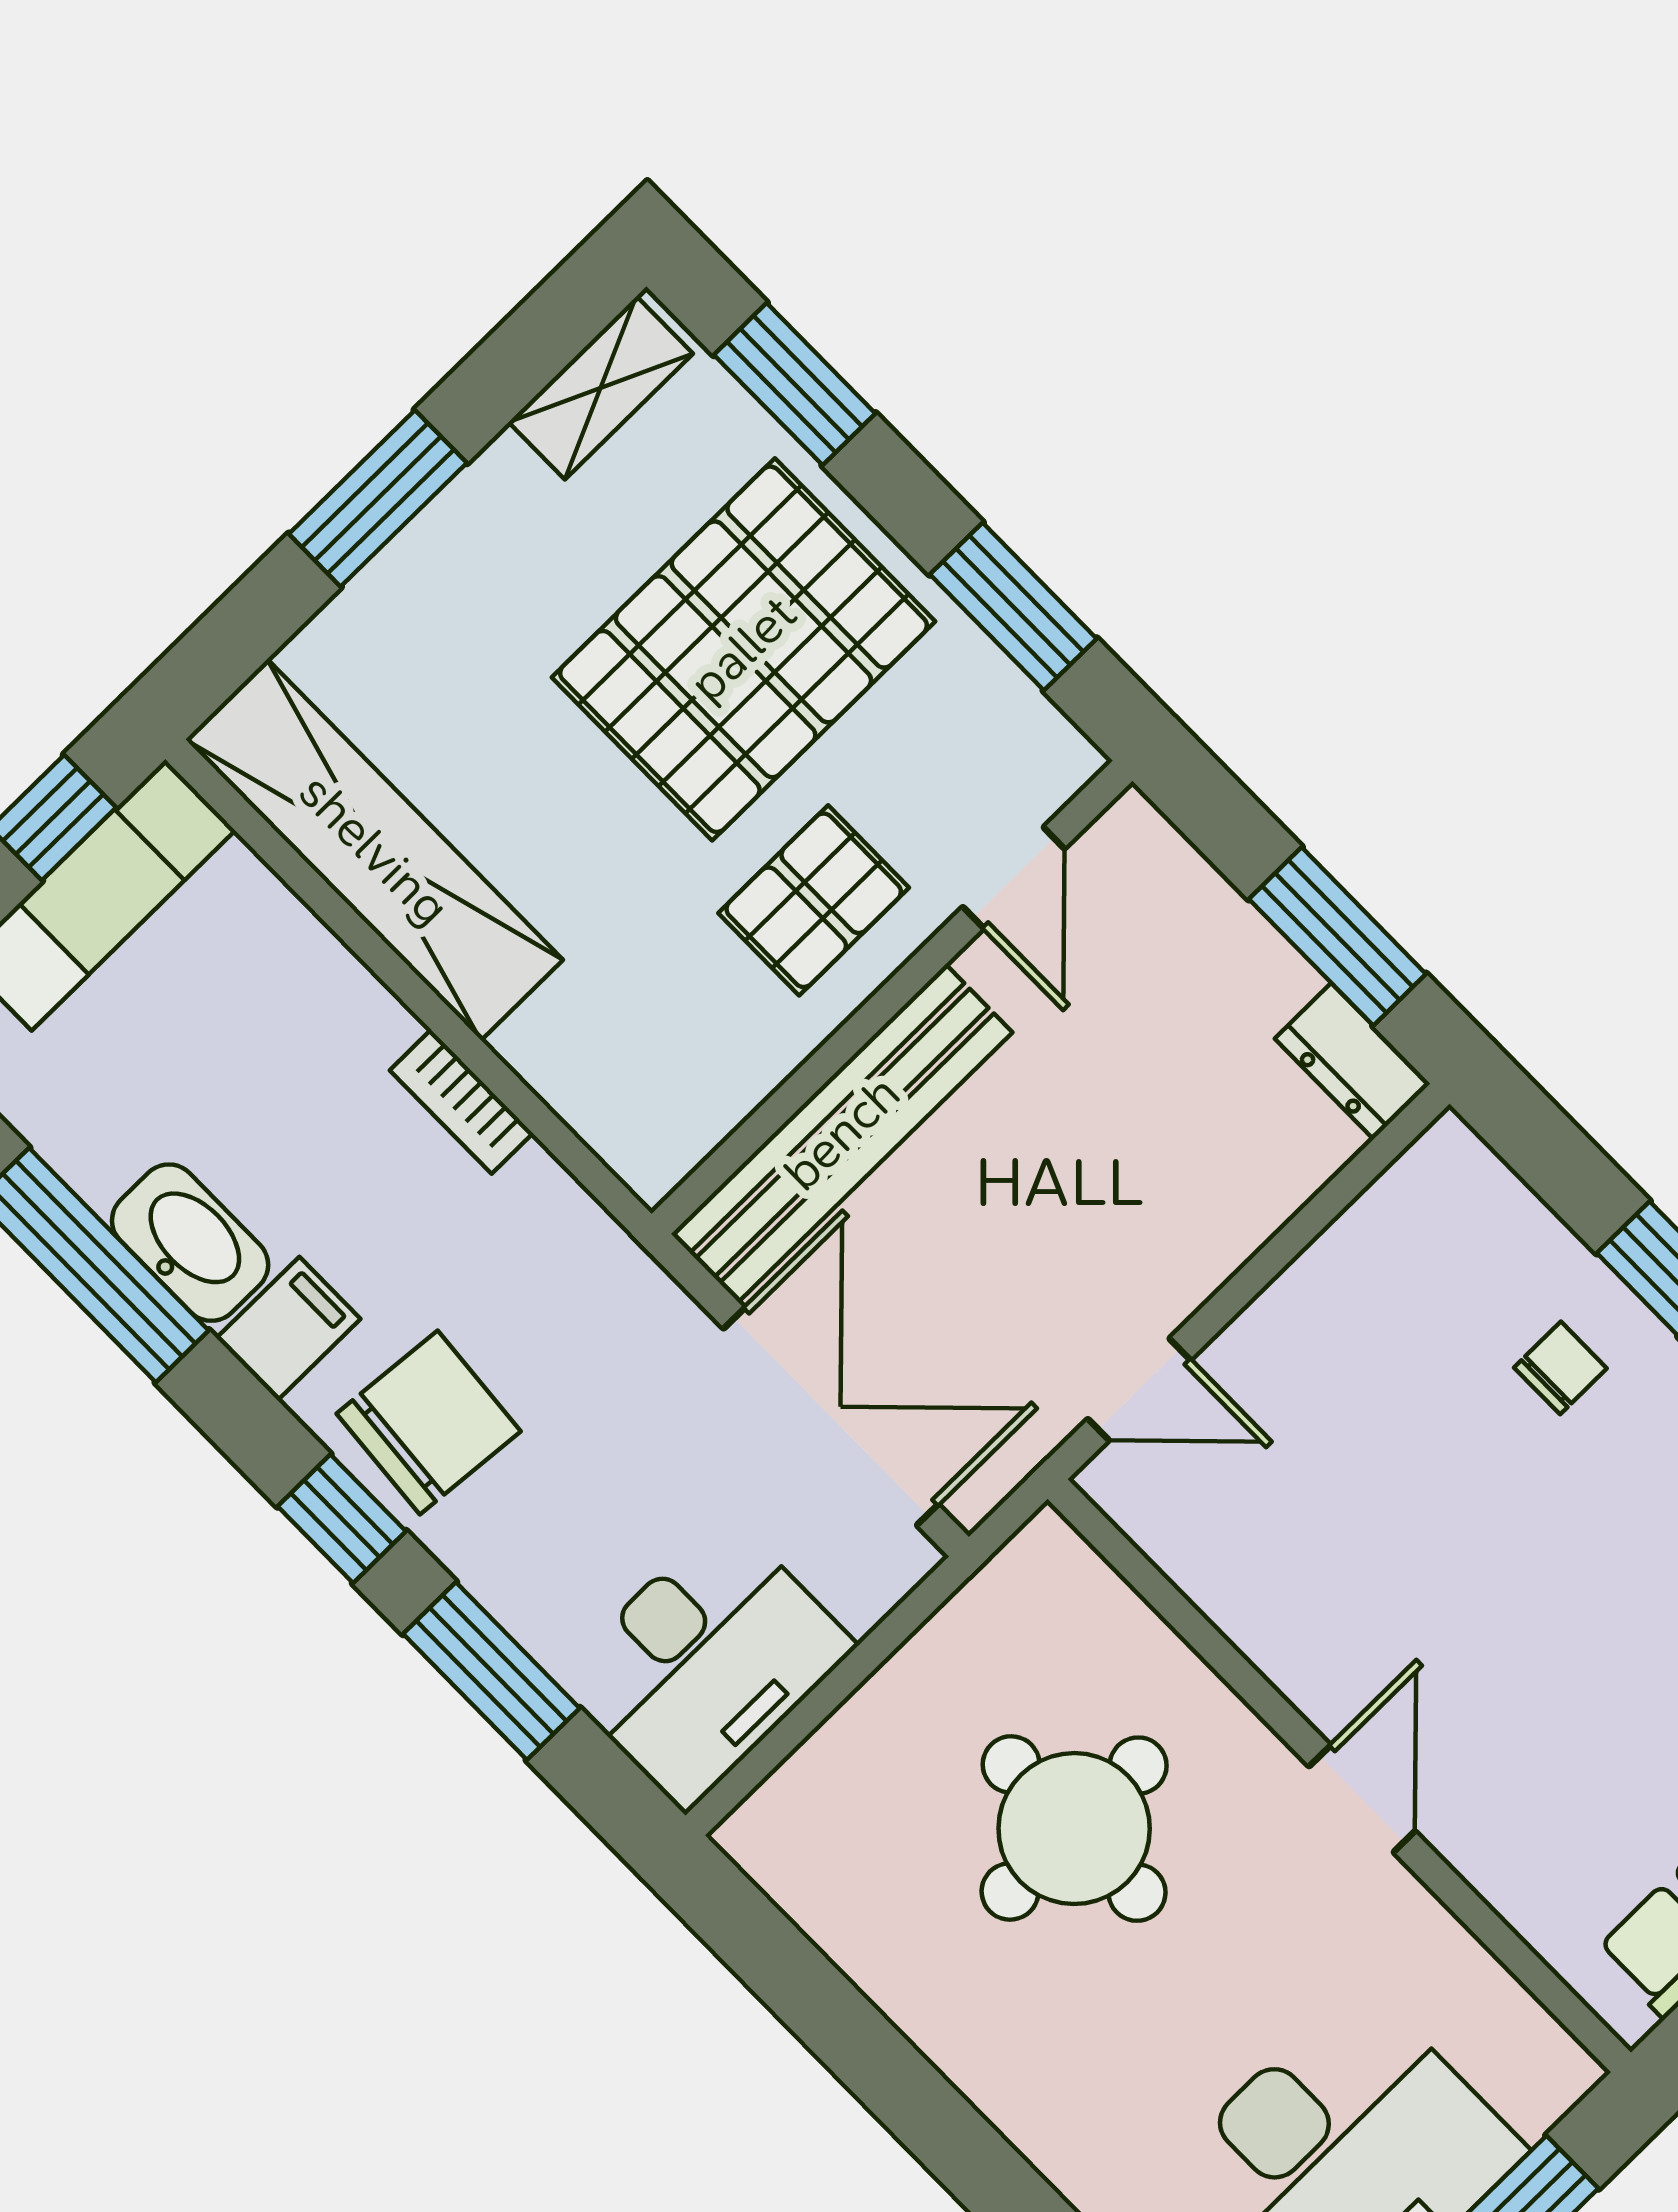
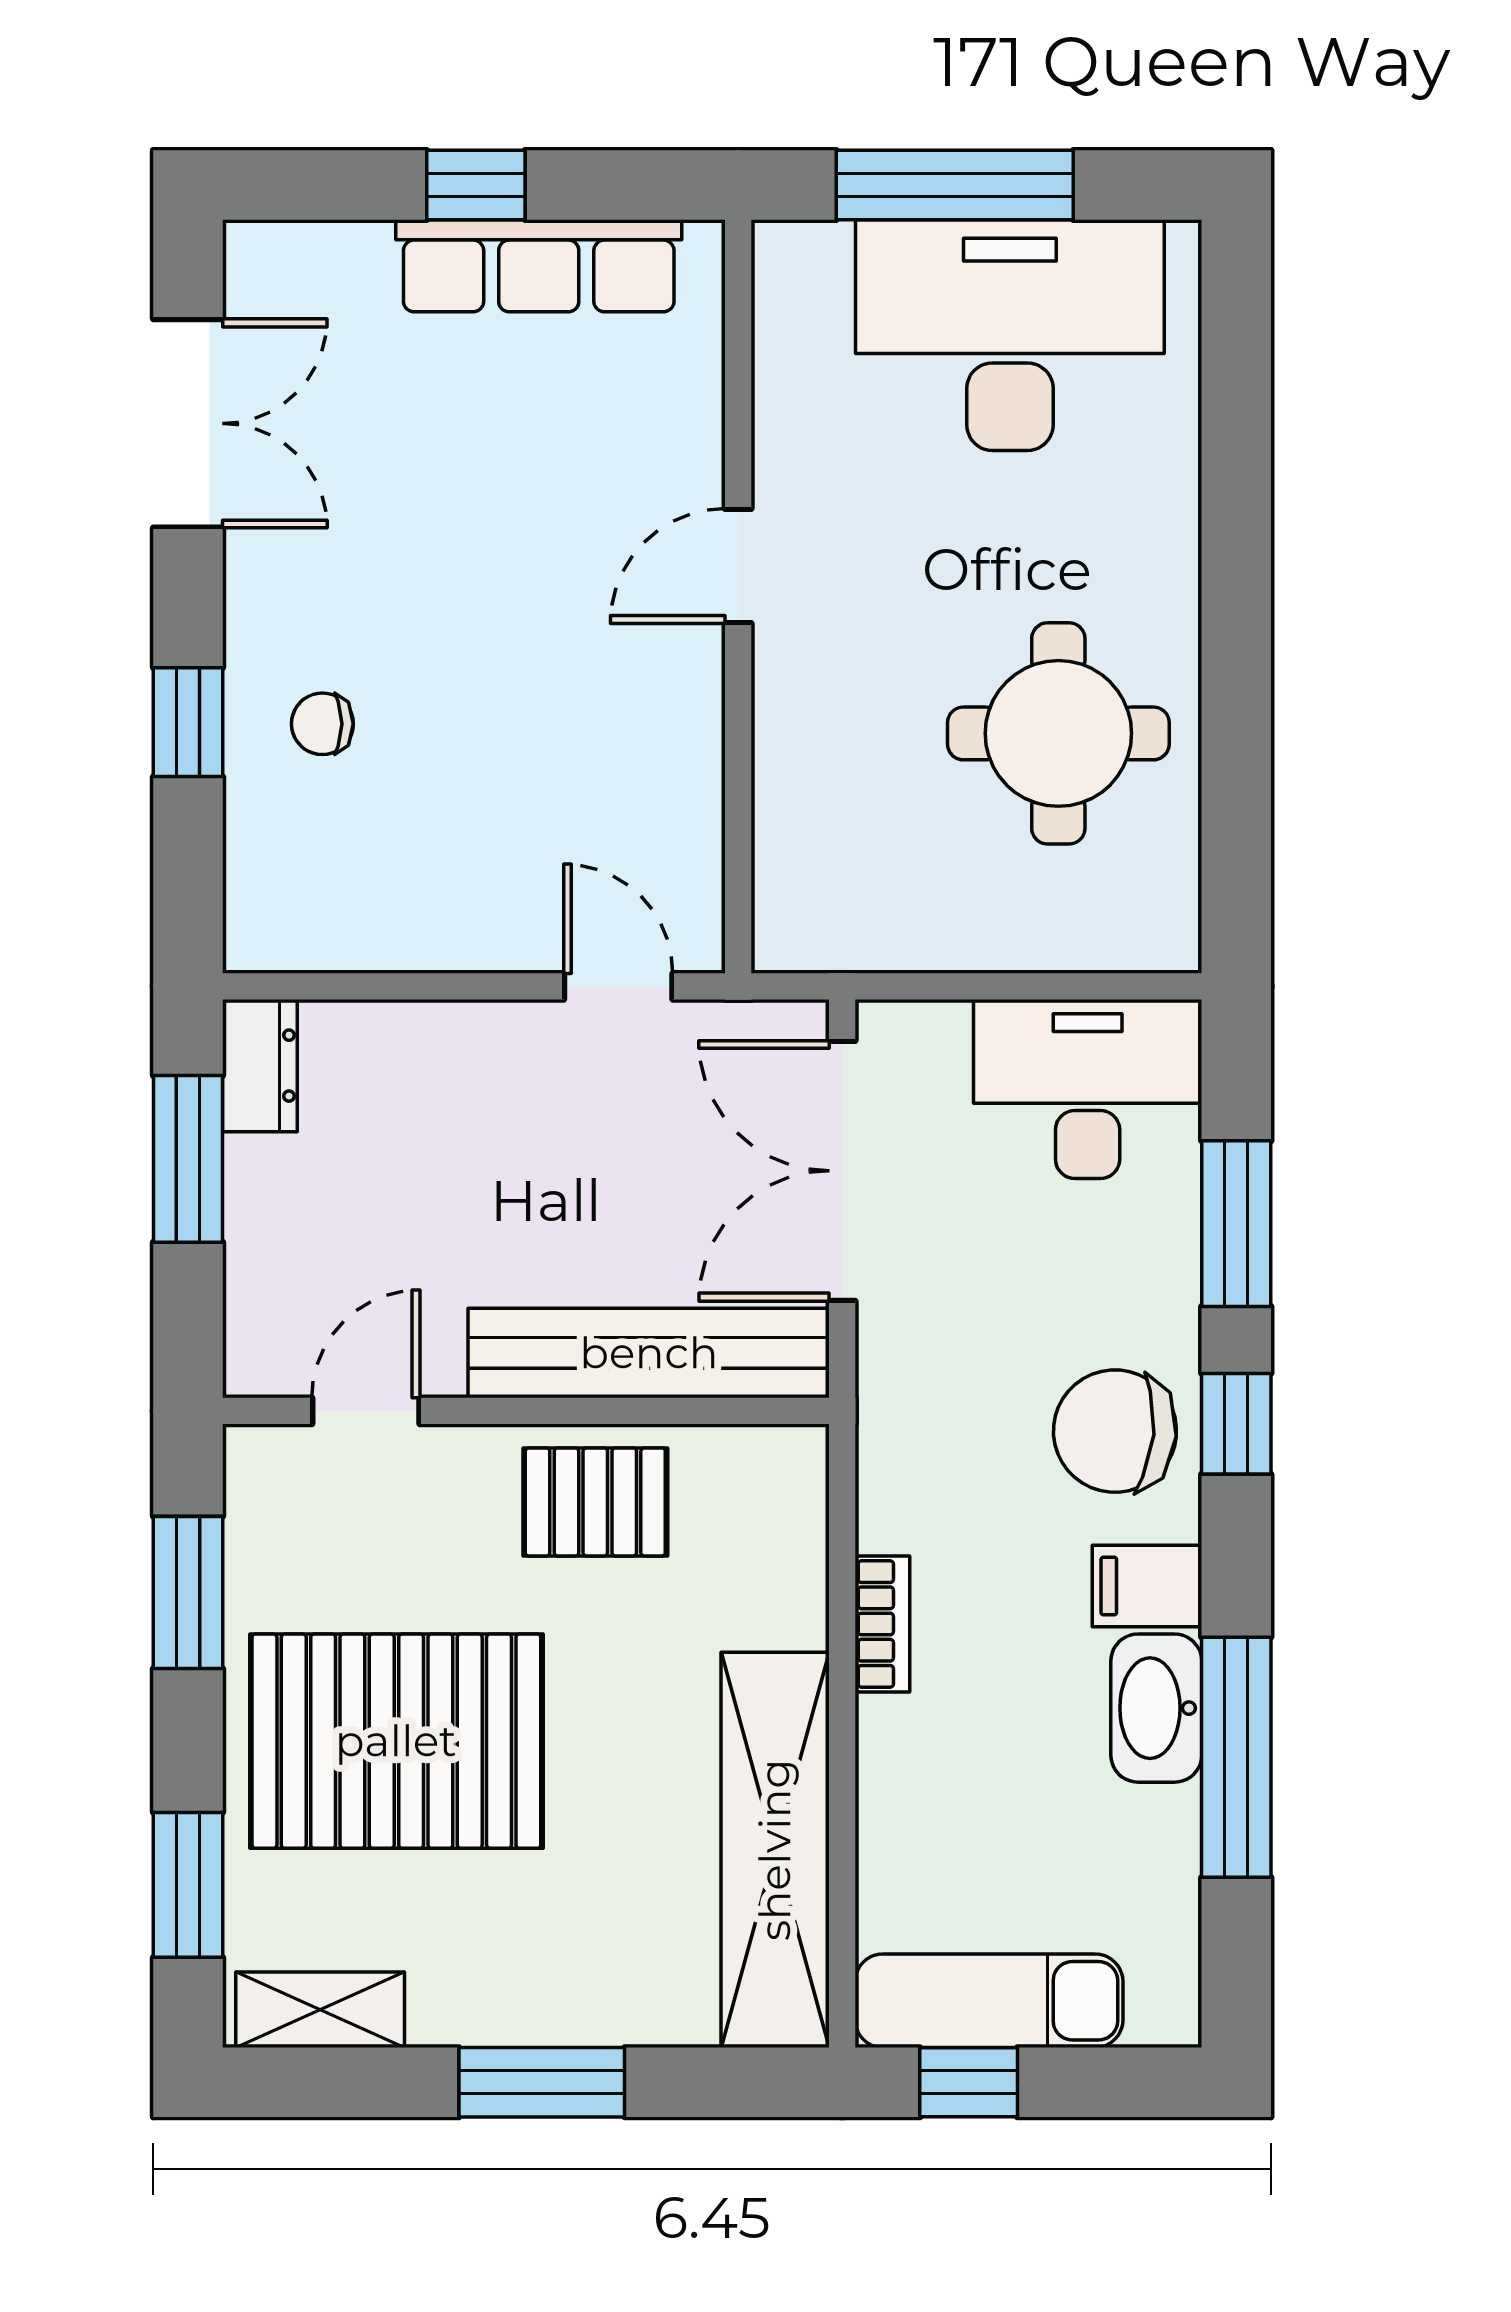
pallet: (814, 900) -> (595, 1502), moved
round table: (1074, 1829) -> (1058, 733), moved

